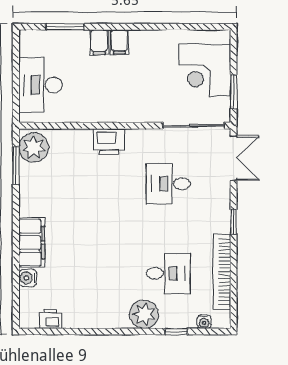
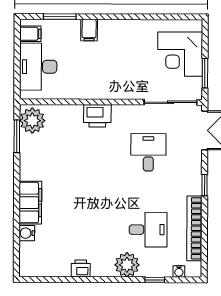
filing cabinet: (119, 42) -> (30, 34), moved, turned -90
desk: (168, 184) -> (148, 152), turned 90
printer: (50, 319) -> (81, 268), moved

